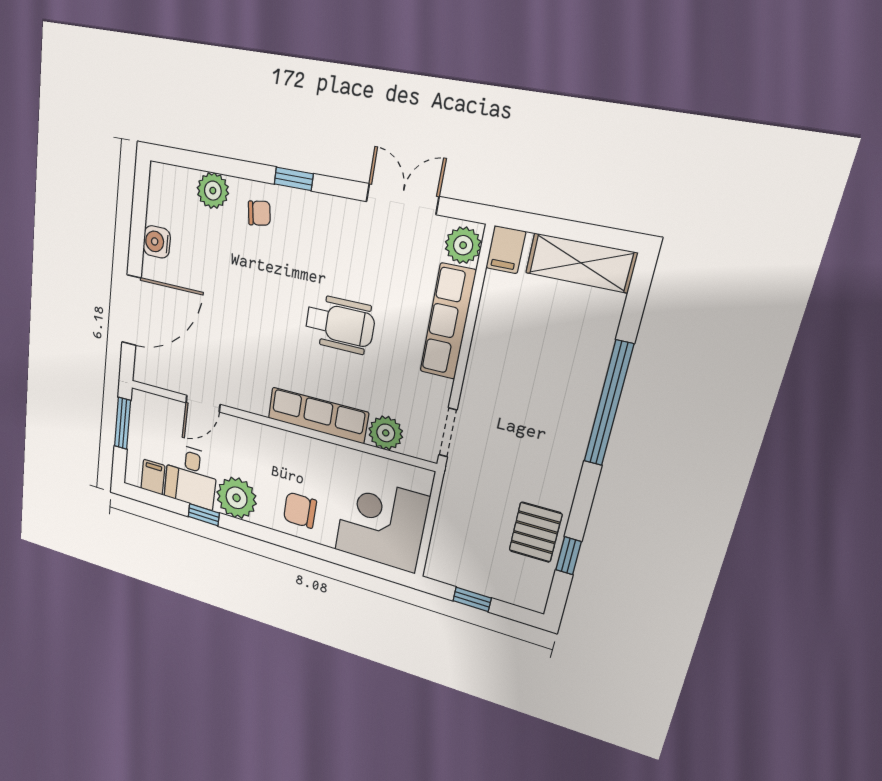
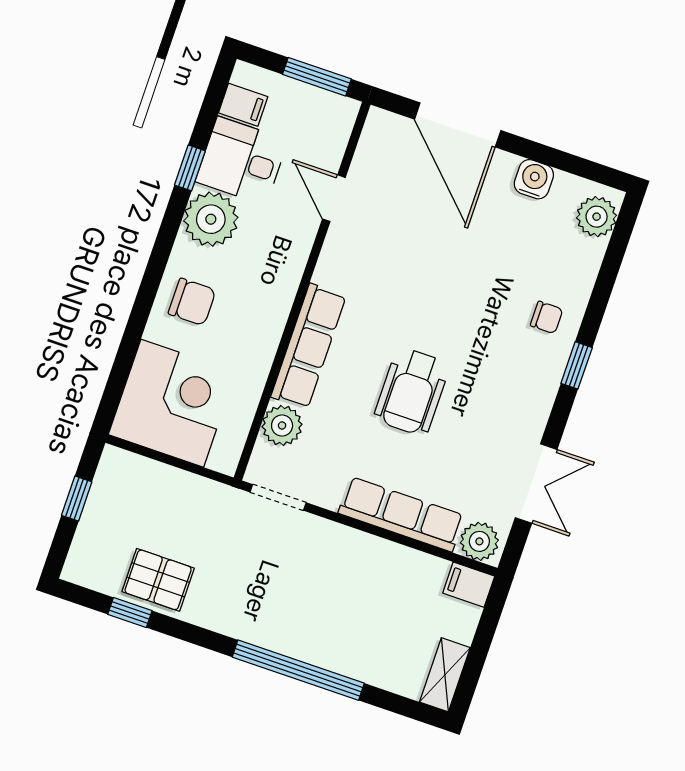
plant: (213, 191) -> (597, 217), moved
chair: (259, 213) -> (547, 317), turned -81
shelving: (581, 263) -> (445, 675), width x0.67, depth x0.75
chair: (300, 510) -> (192, 302), turned 90

